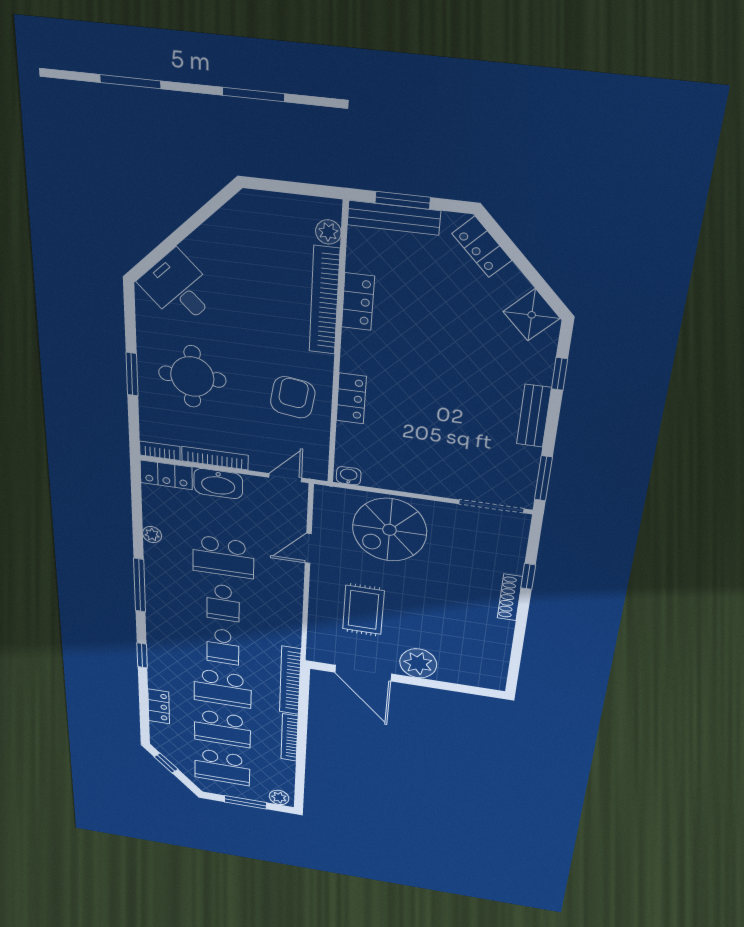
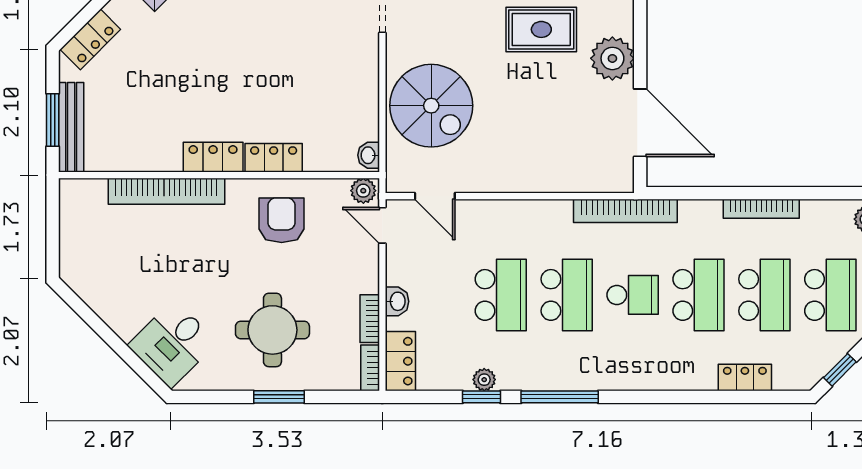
plant: (328, 232) -> (363, 191), moved
locker: (358, 302) -> (213, 157), moved
armchair: (293, 397) -> (282, 220), turned 82
bookcase: (215, 458) -> (370, 319), width x0.64
washbasin: (218, 484) -> (397, 301), width x0.52, depth x0.69
door: (308, 548) -> (435, 196), moved
school desk: (223, 603) -> (567, 295), width x1.85
rug: (363, 610) -> (541, 29), moved
window: (142, 655) -> (481, 397), moved
door: (363, 673) -> (640, 123), hinge flipped
bookcase: (290, 681) -> (625, 211), moved

